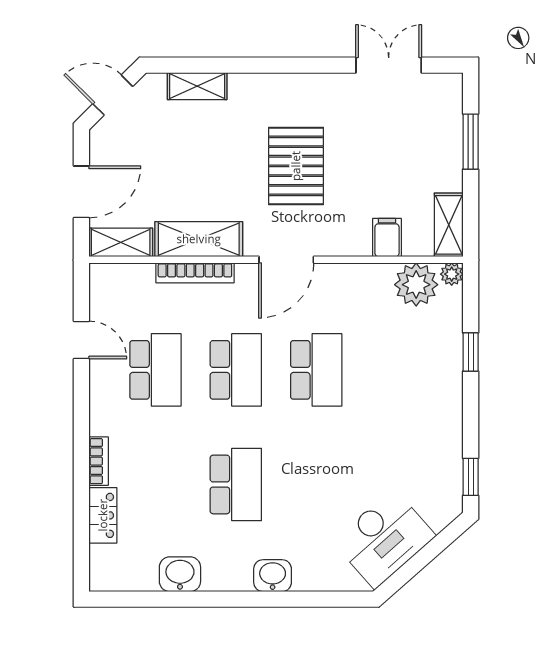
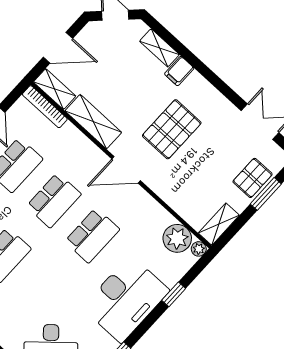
pallet: (439, 137) -> (253, 178), added
filing cabinet: (387, 238) -> (179, 71), moved, turned 180
bookcase: (195, 273) -> (45, 107), moved
desk: (421, 407) -> (126, 299), added

